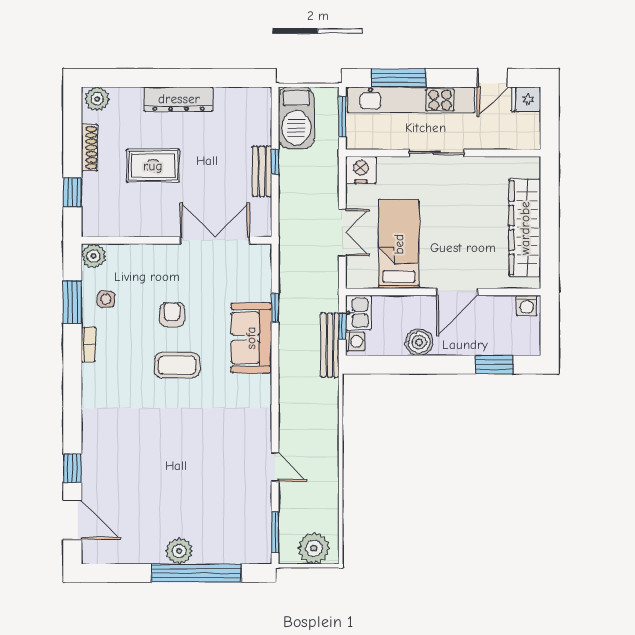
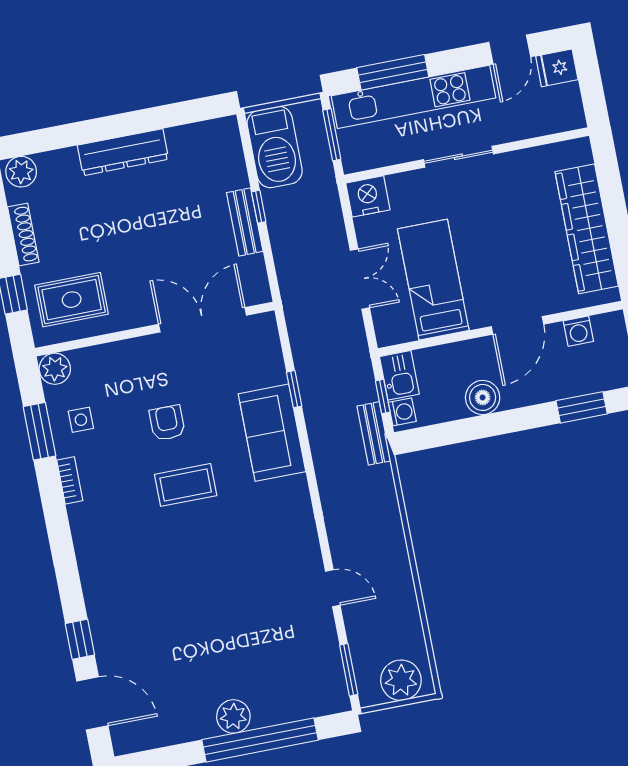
rug: (153, 166) -> (72, 300), moved
washing machine: (527, 305) -> (578, 331), moved
bench: (330, 345) -> (374, 433), width x0.73

